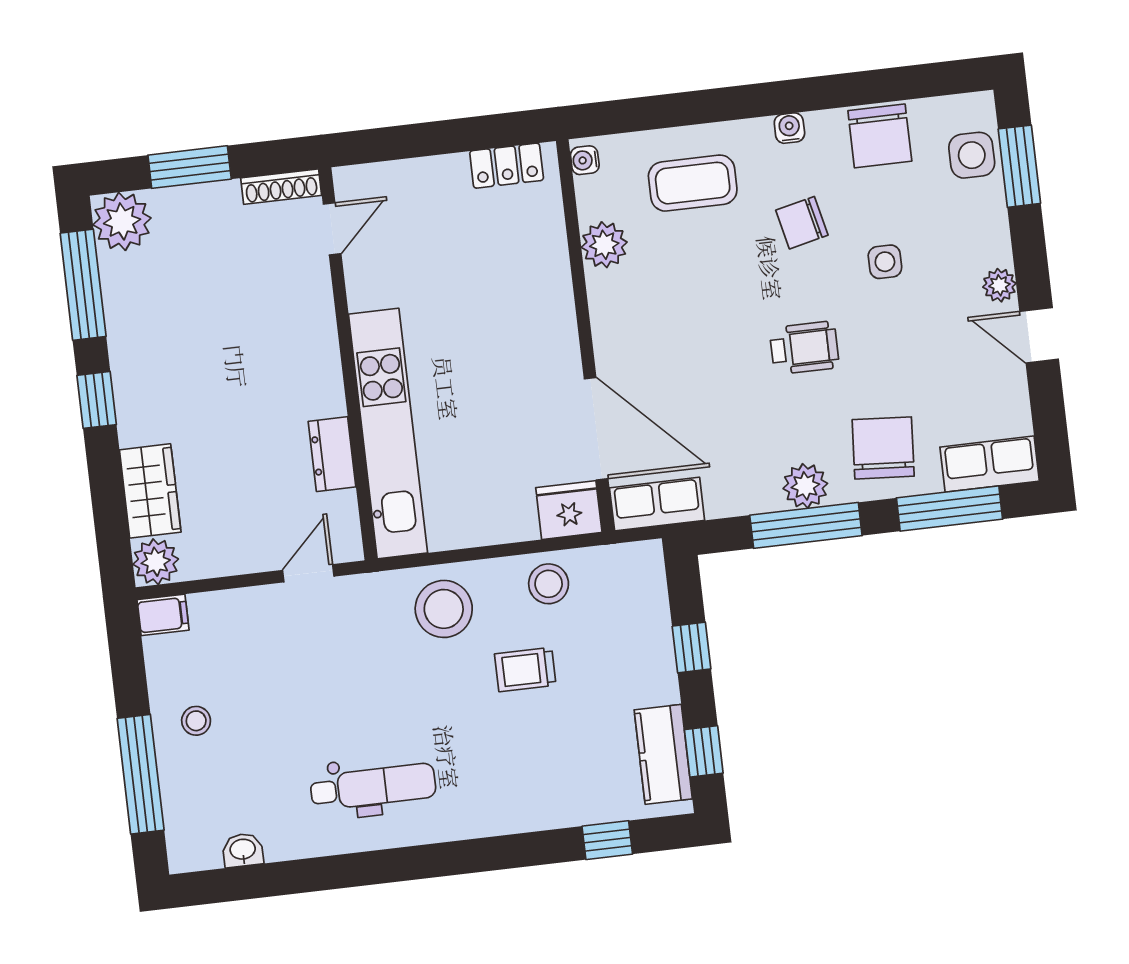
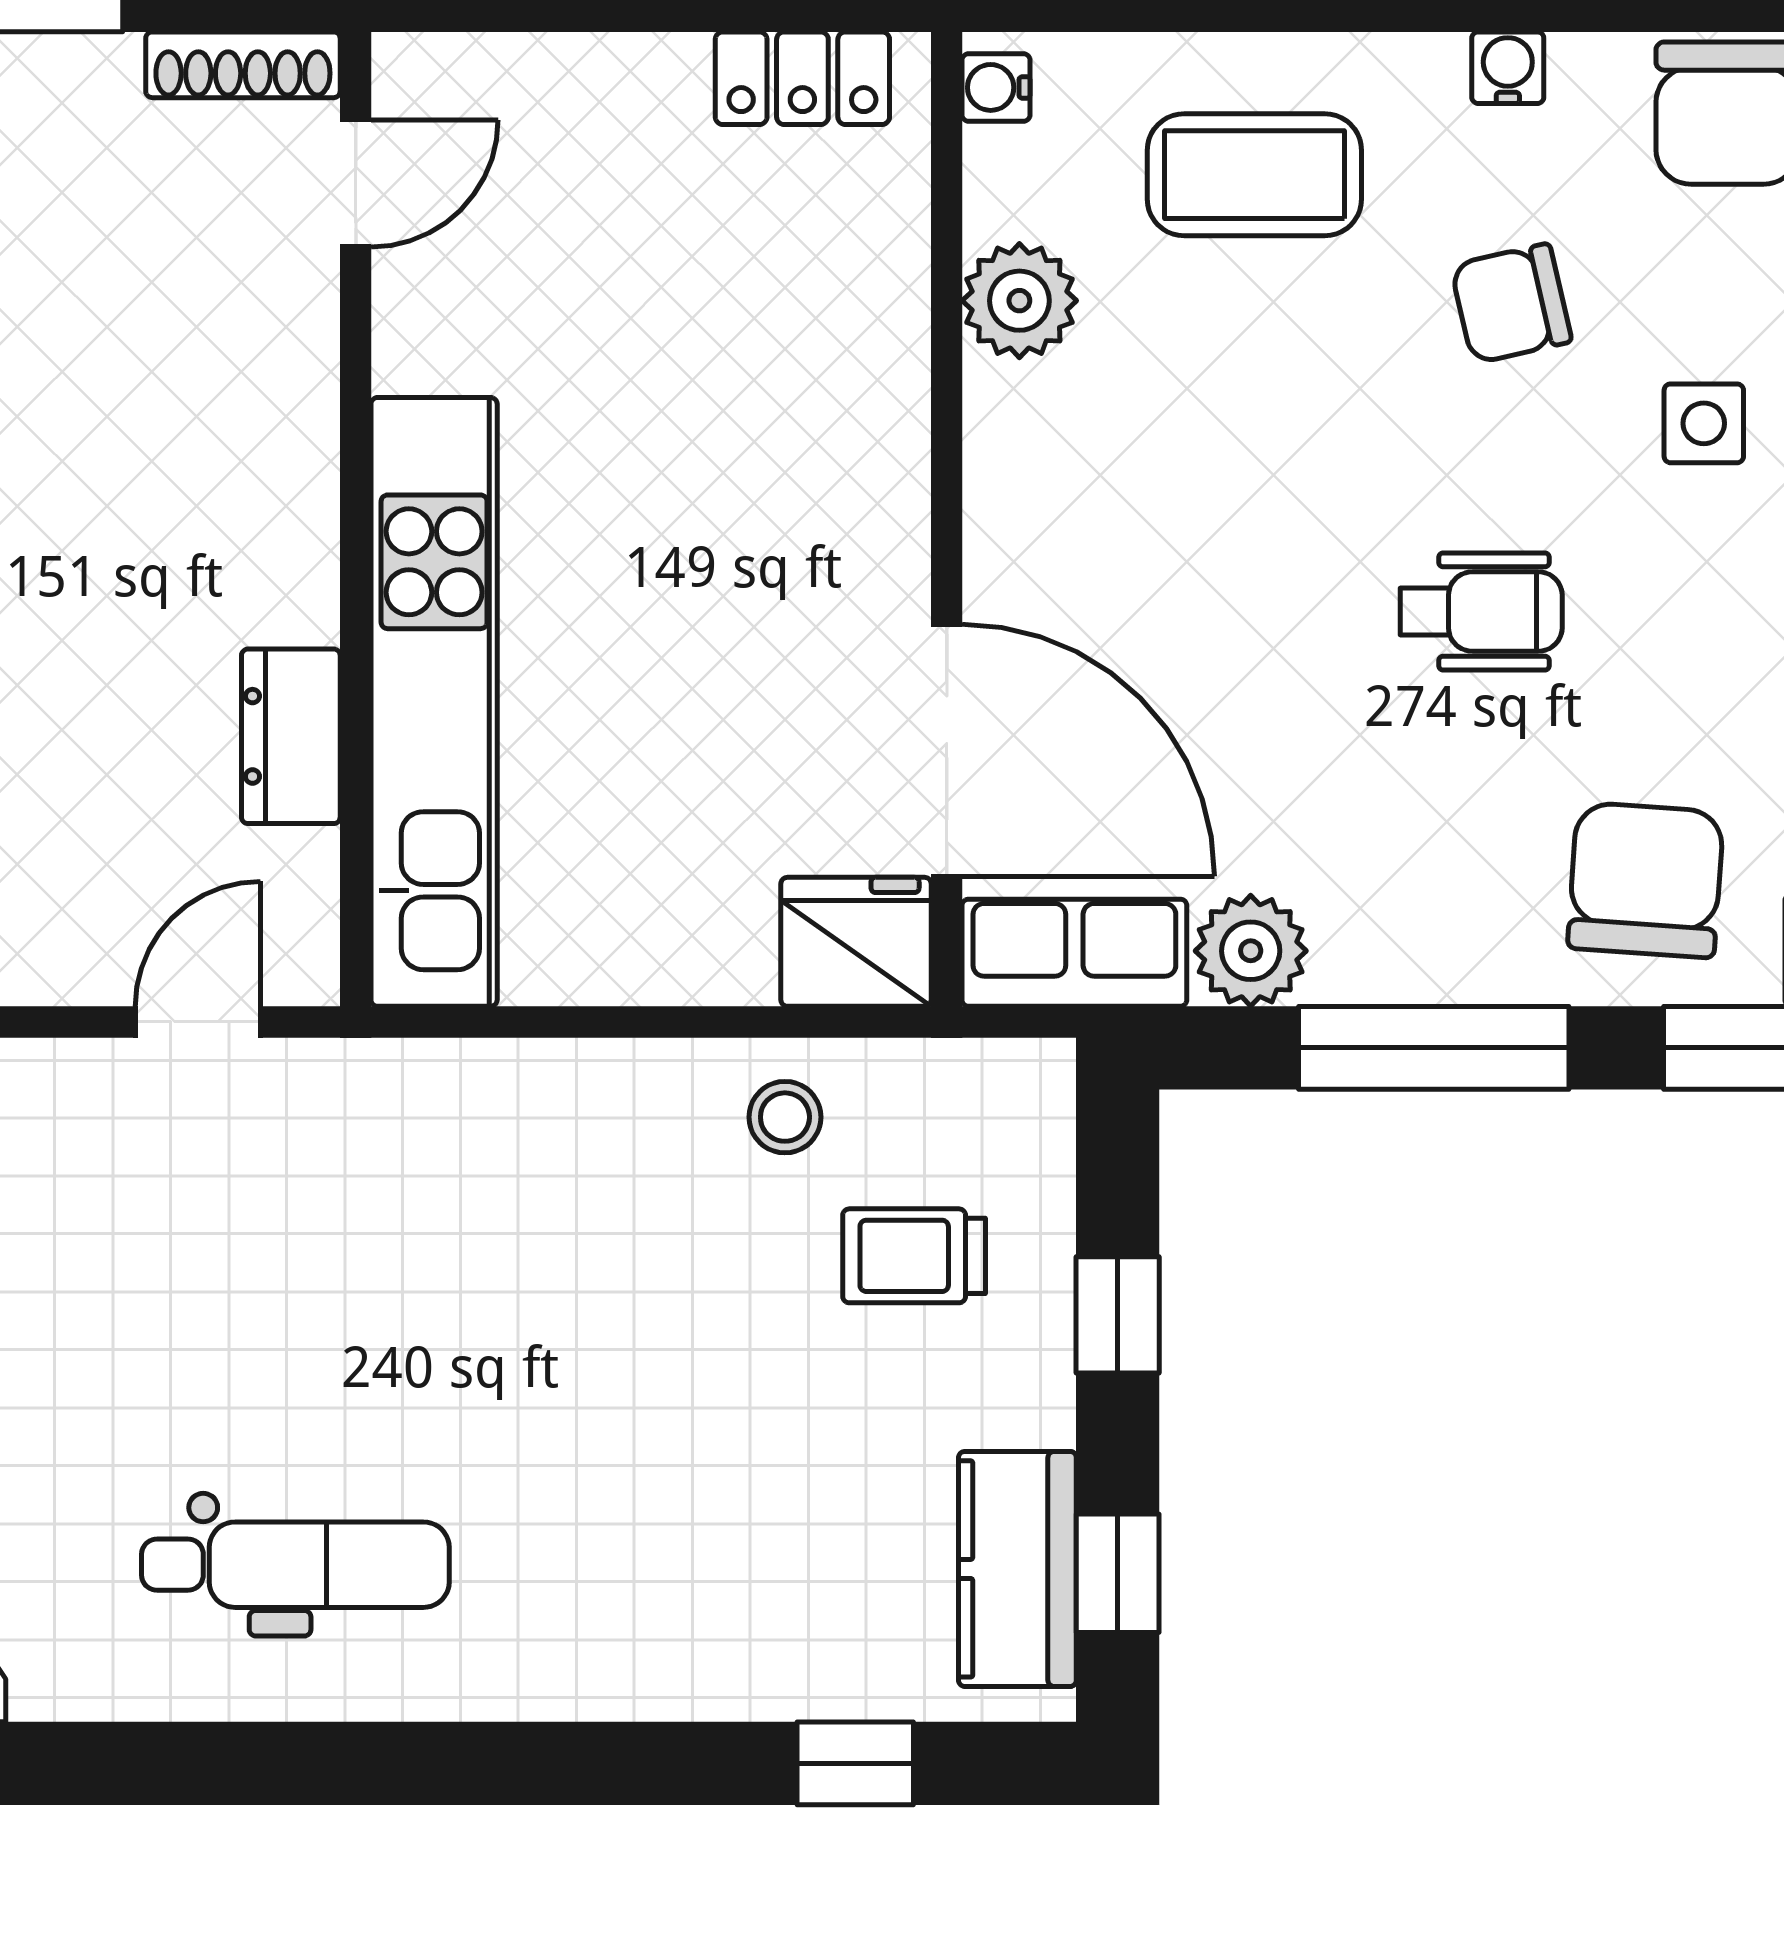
plant: (805, 486) -> (1251, 951), moved
stool: (549, 584) -> (785, 1117), width x0.73, depth x0.73
stool: (444, 609) -> (520, 1149), removed
trolley: (525, 670) -> (914, 1256), moved

